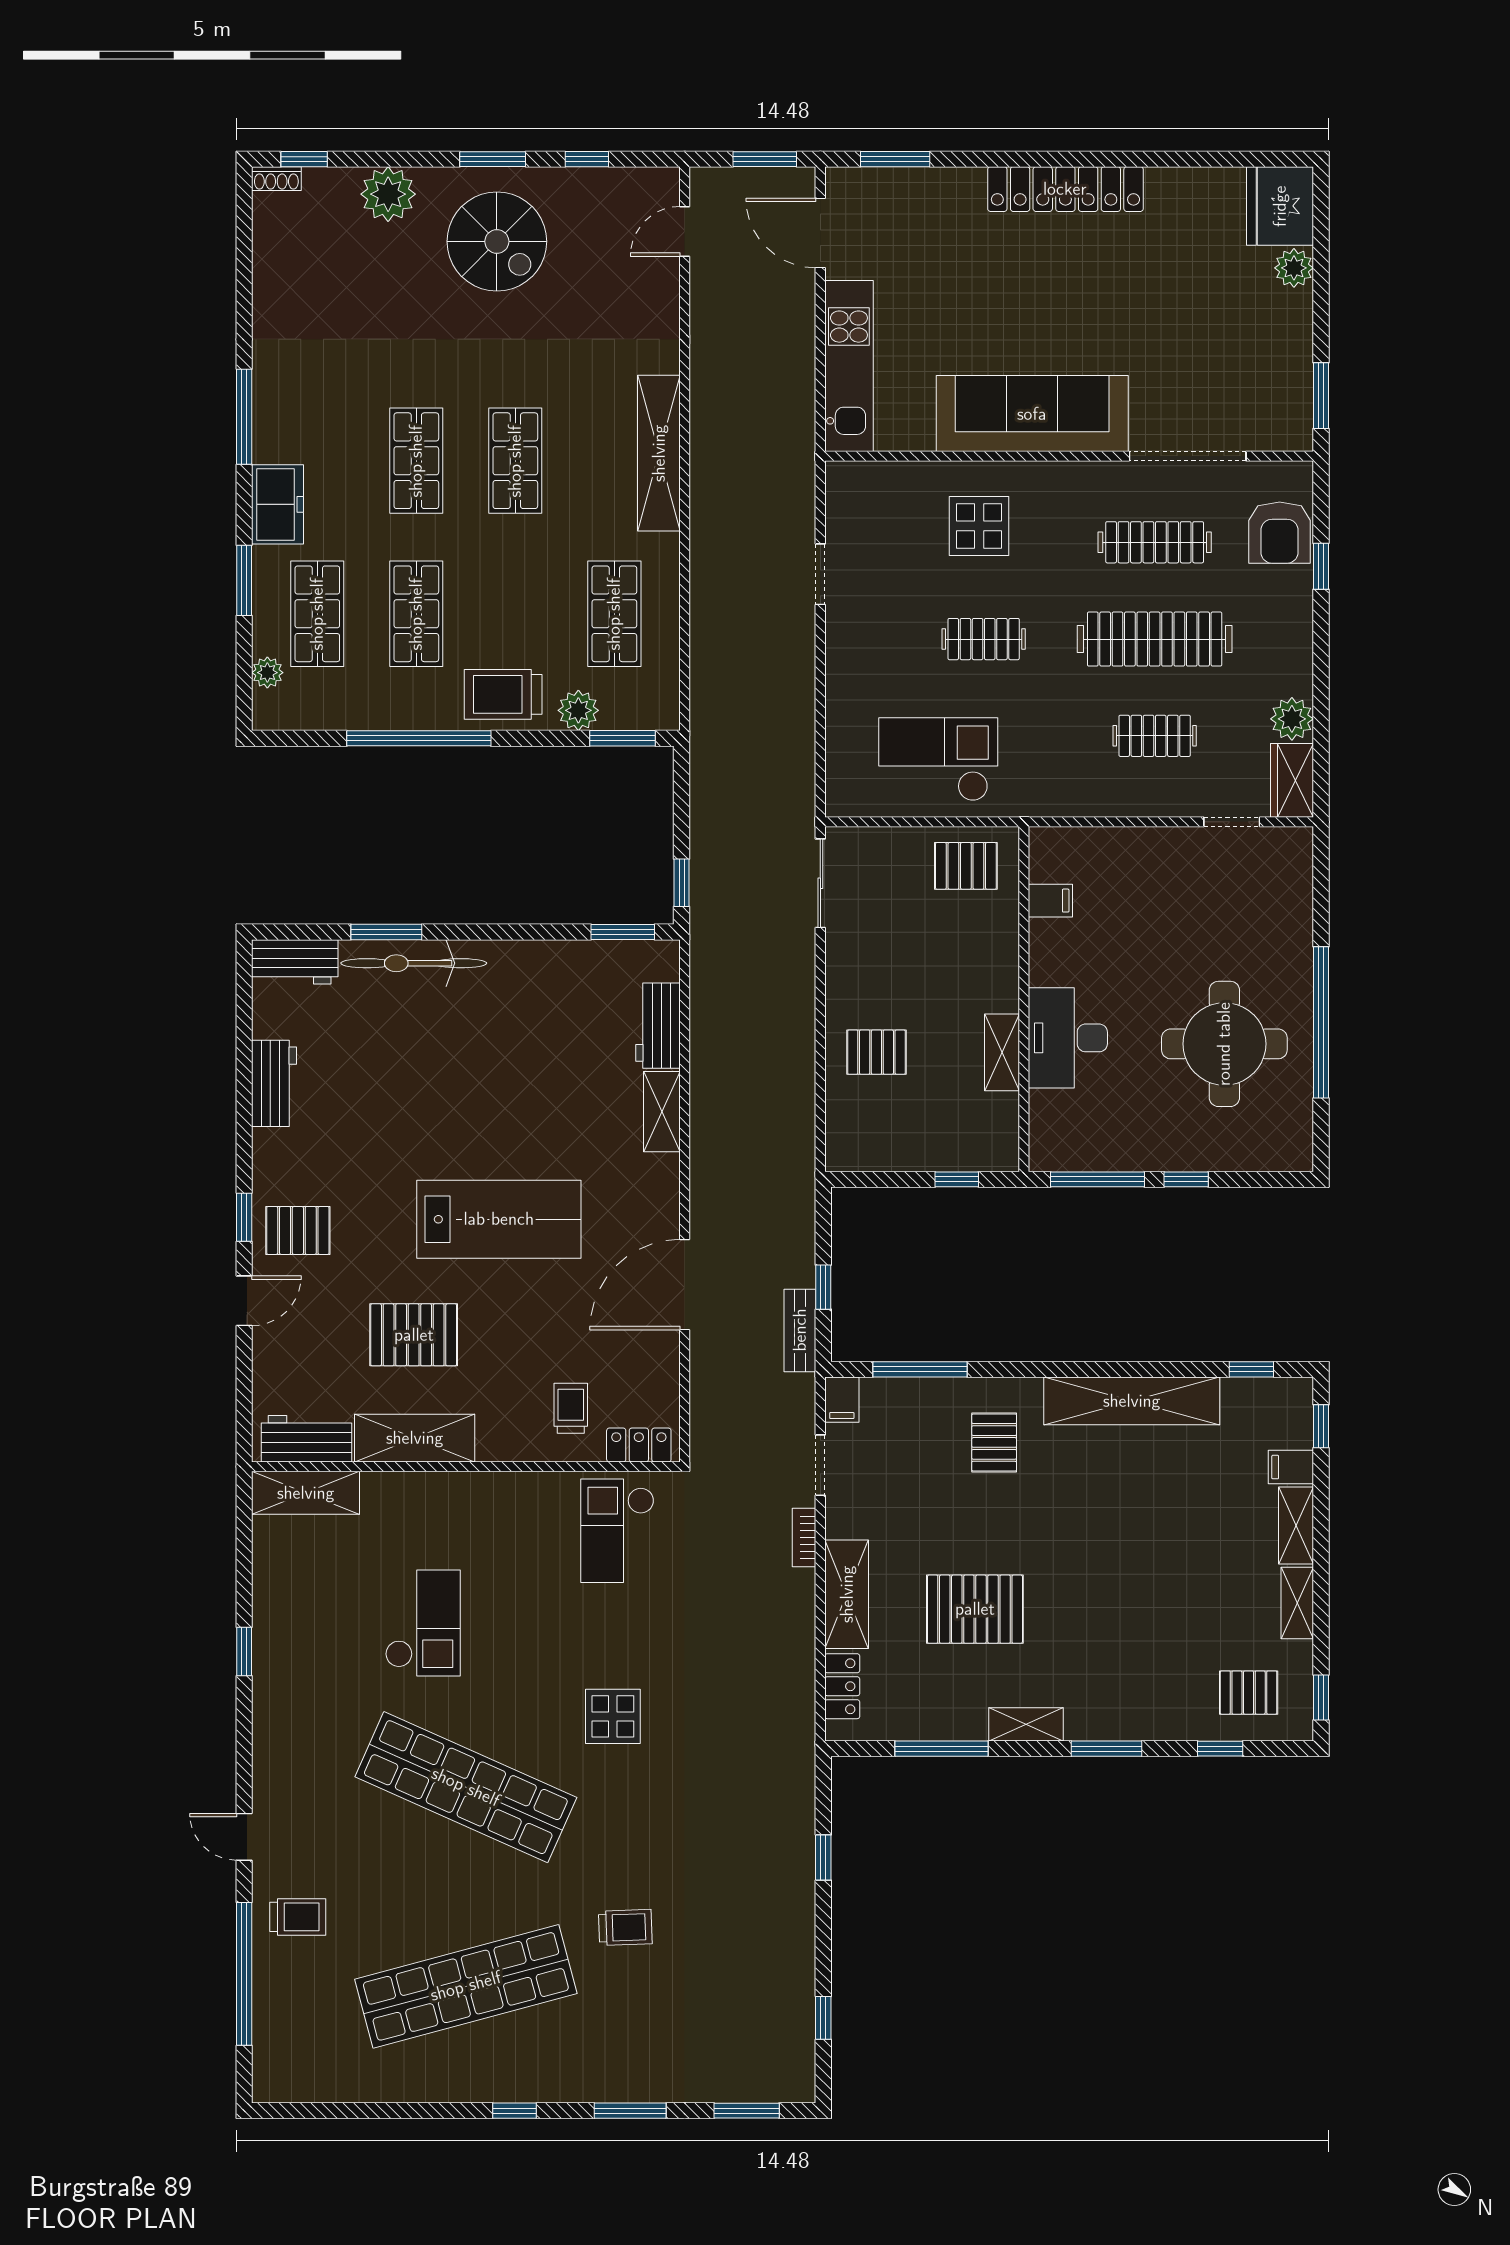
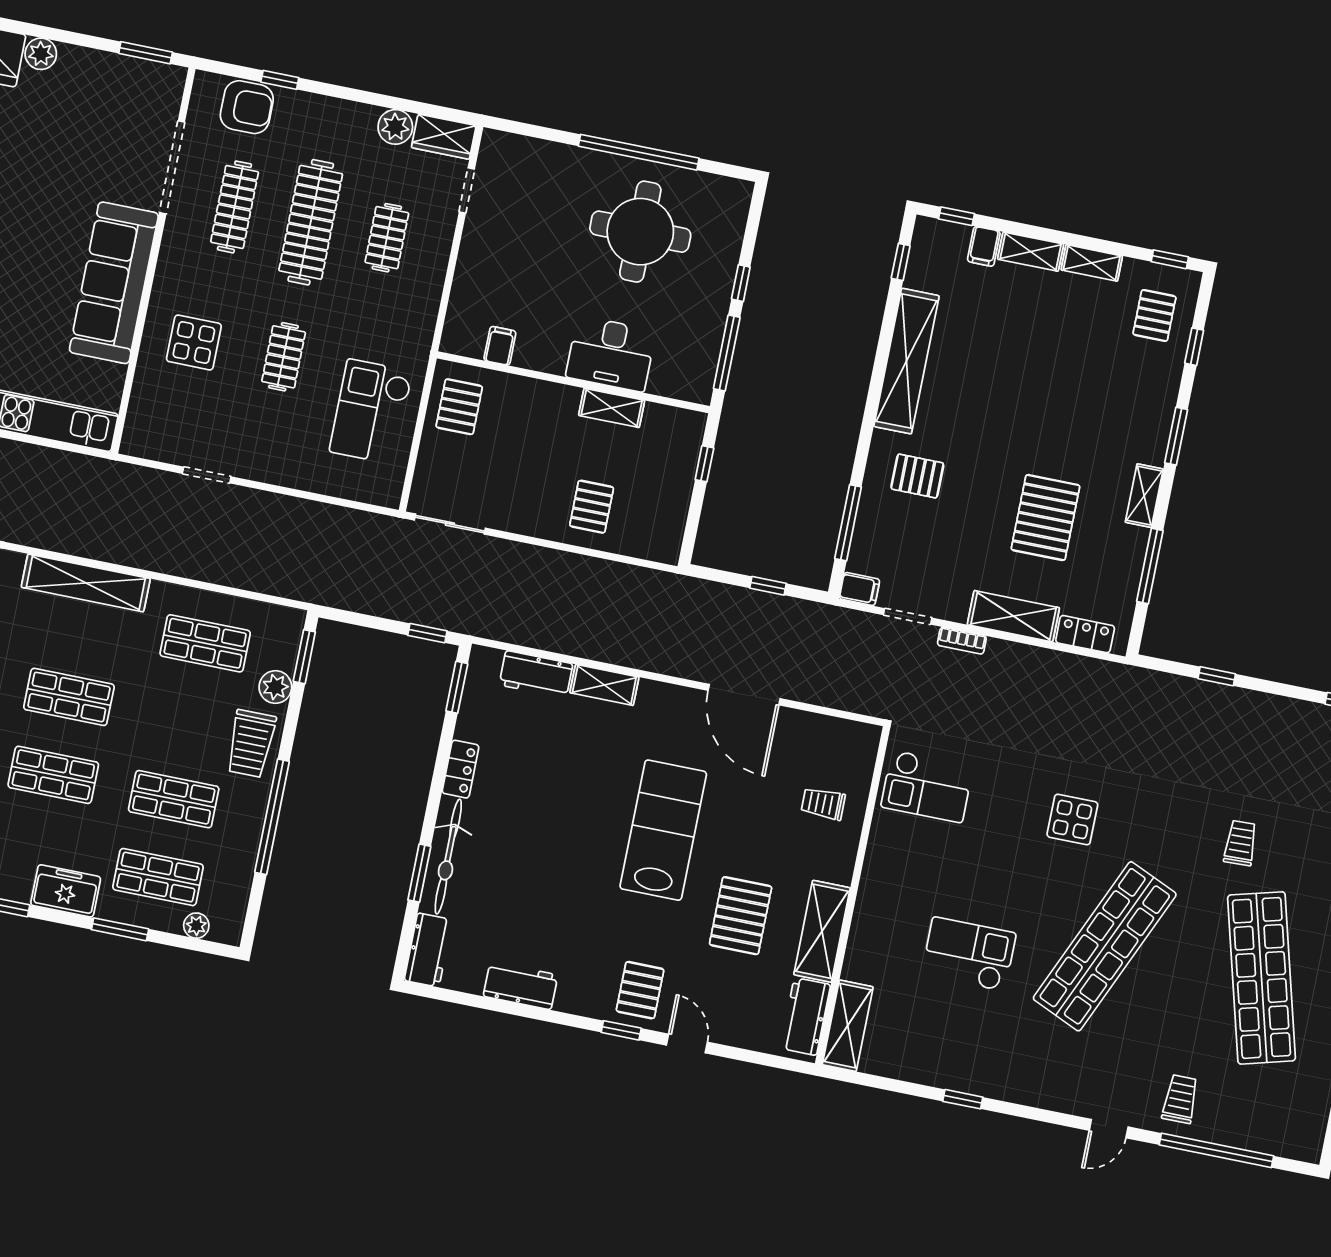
bench: (800, 1330) -> (798, 611), removed
locker: (639, 1445) -> (460, 769), moved, turned 180

